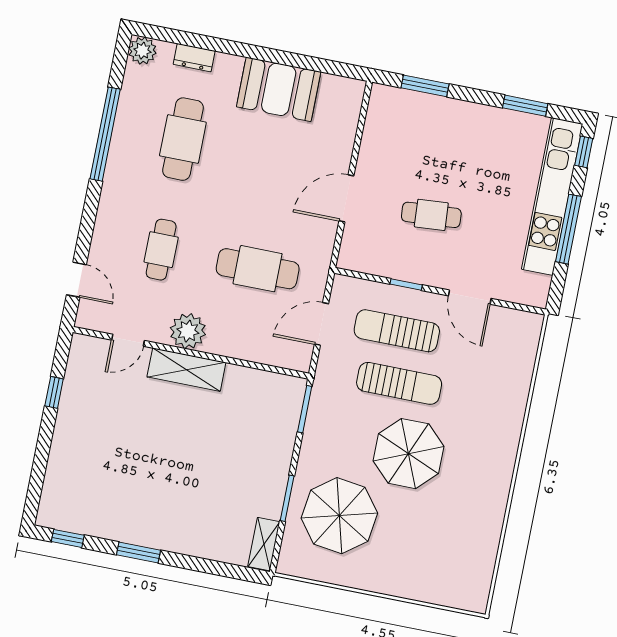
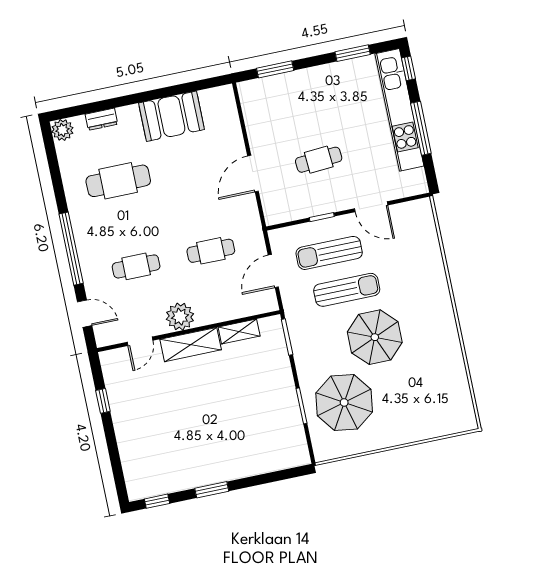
window: (105, 134) -> (71, 249), moved
cafe table: (183, 139) -> (118, 181), turned 90
cafe table: (161, 250) -> (136, 266), turned 90
cafe table: (258, 269) -> (211, 251), width x0.73, depth x0.74
shelving: (264, 544) -> (239, 332), moved, turned 90

